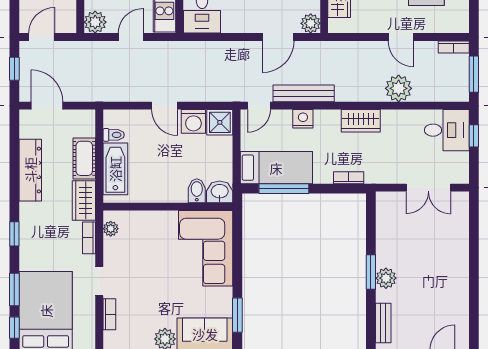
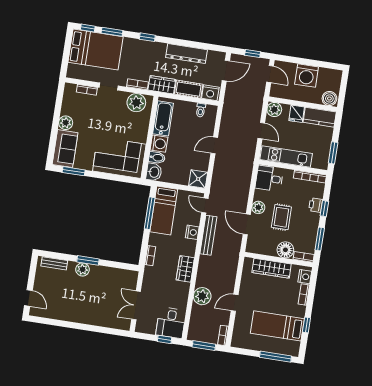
plant: (311, 23) -> (258, 207), moved
washing machine: (193, 121) -> (159, 144), moved, turned 180
nightstand: (85, 124) -> (210, 93), added
bathtub: (115, 169) -> (163, 118), moved, turned -90
plant: (111, 229) -> (136, 103), width x1.88, depth x1.88

